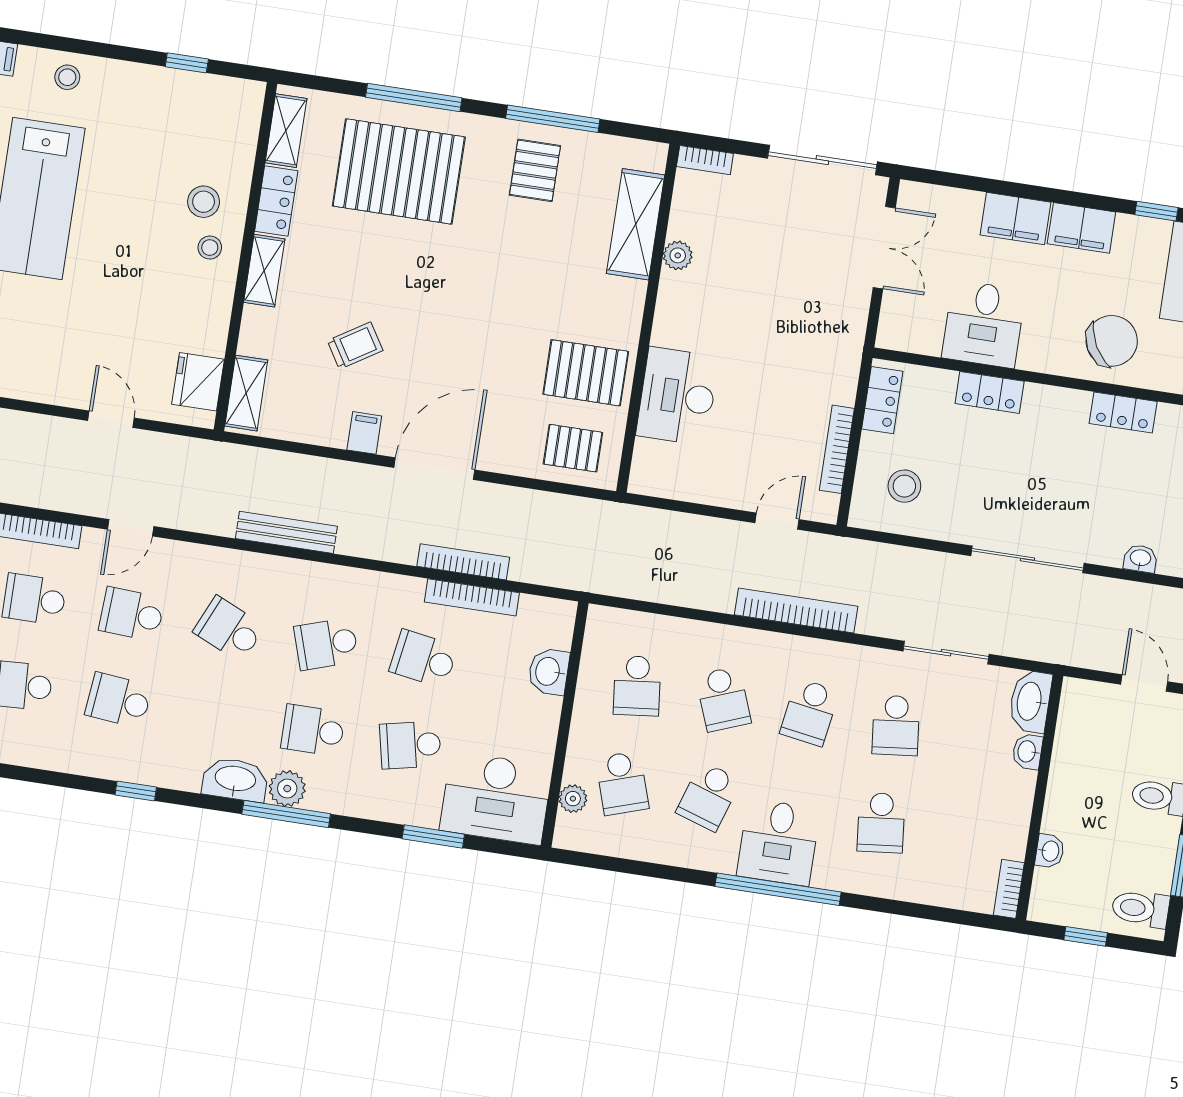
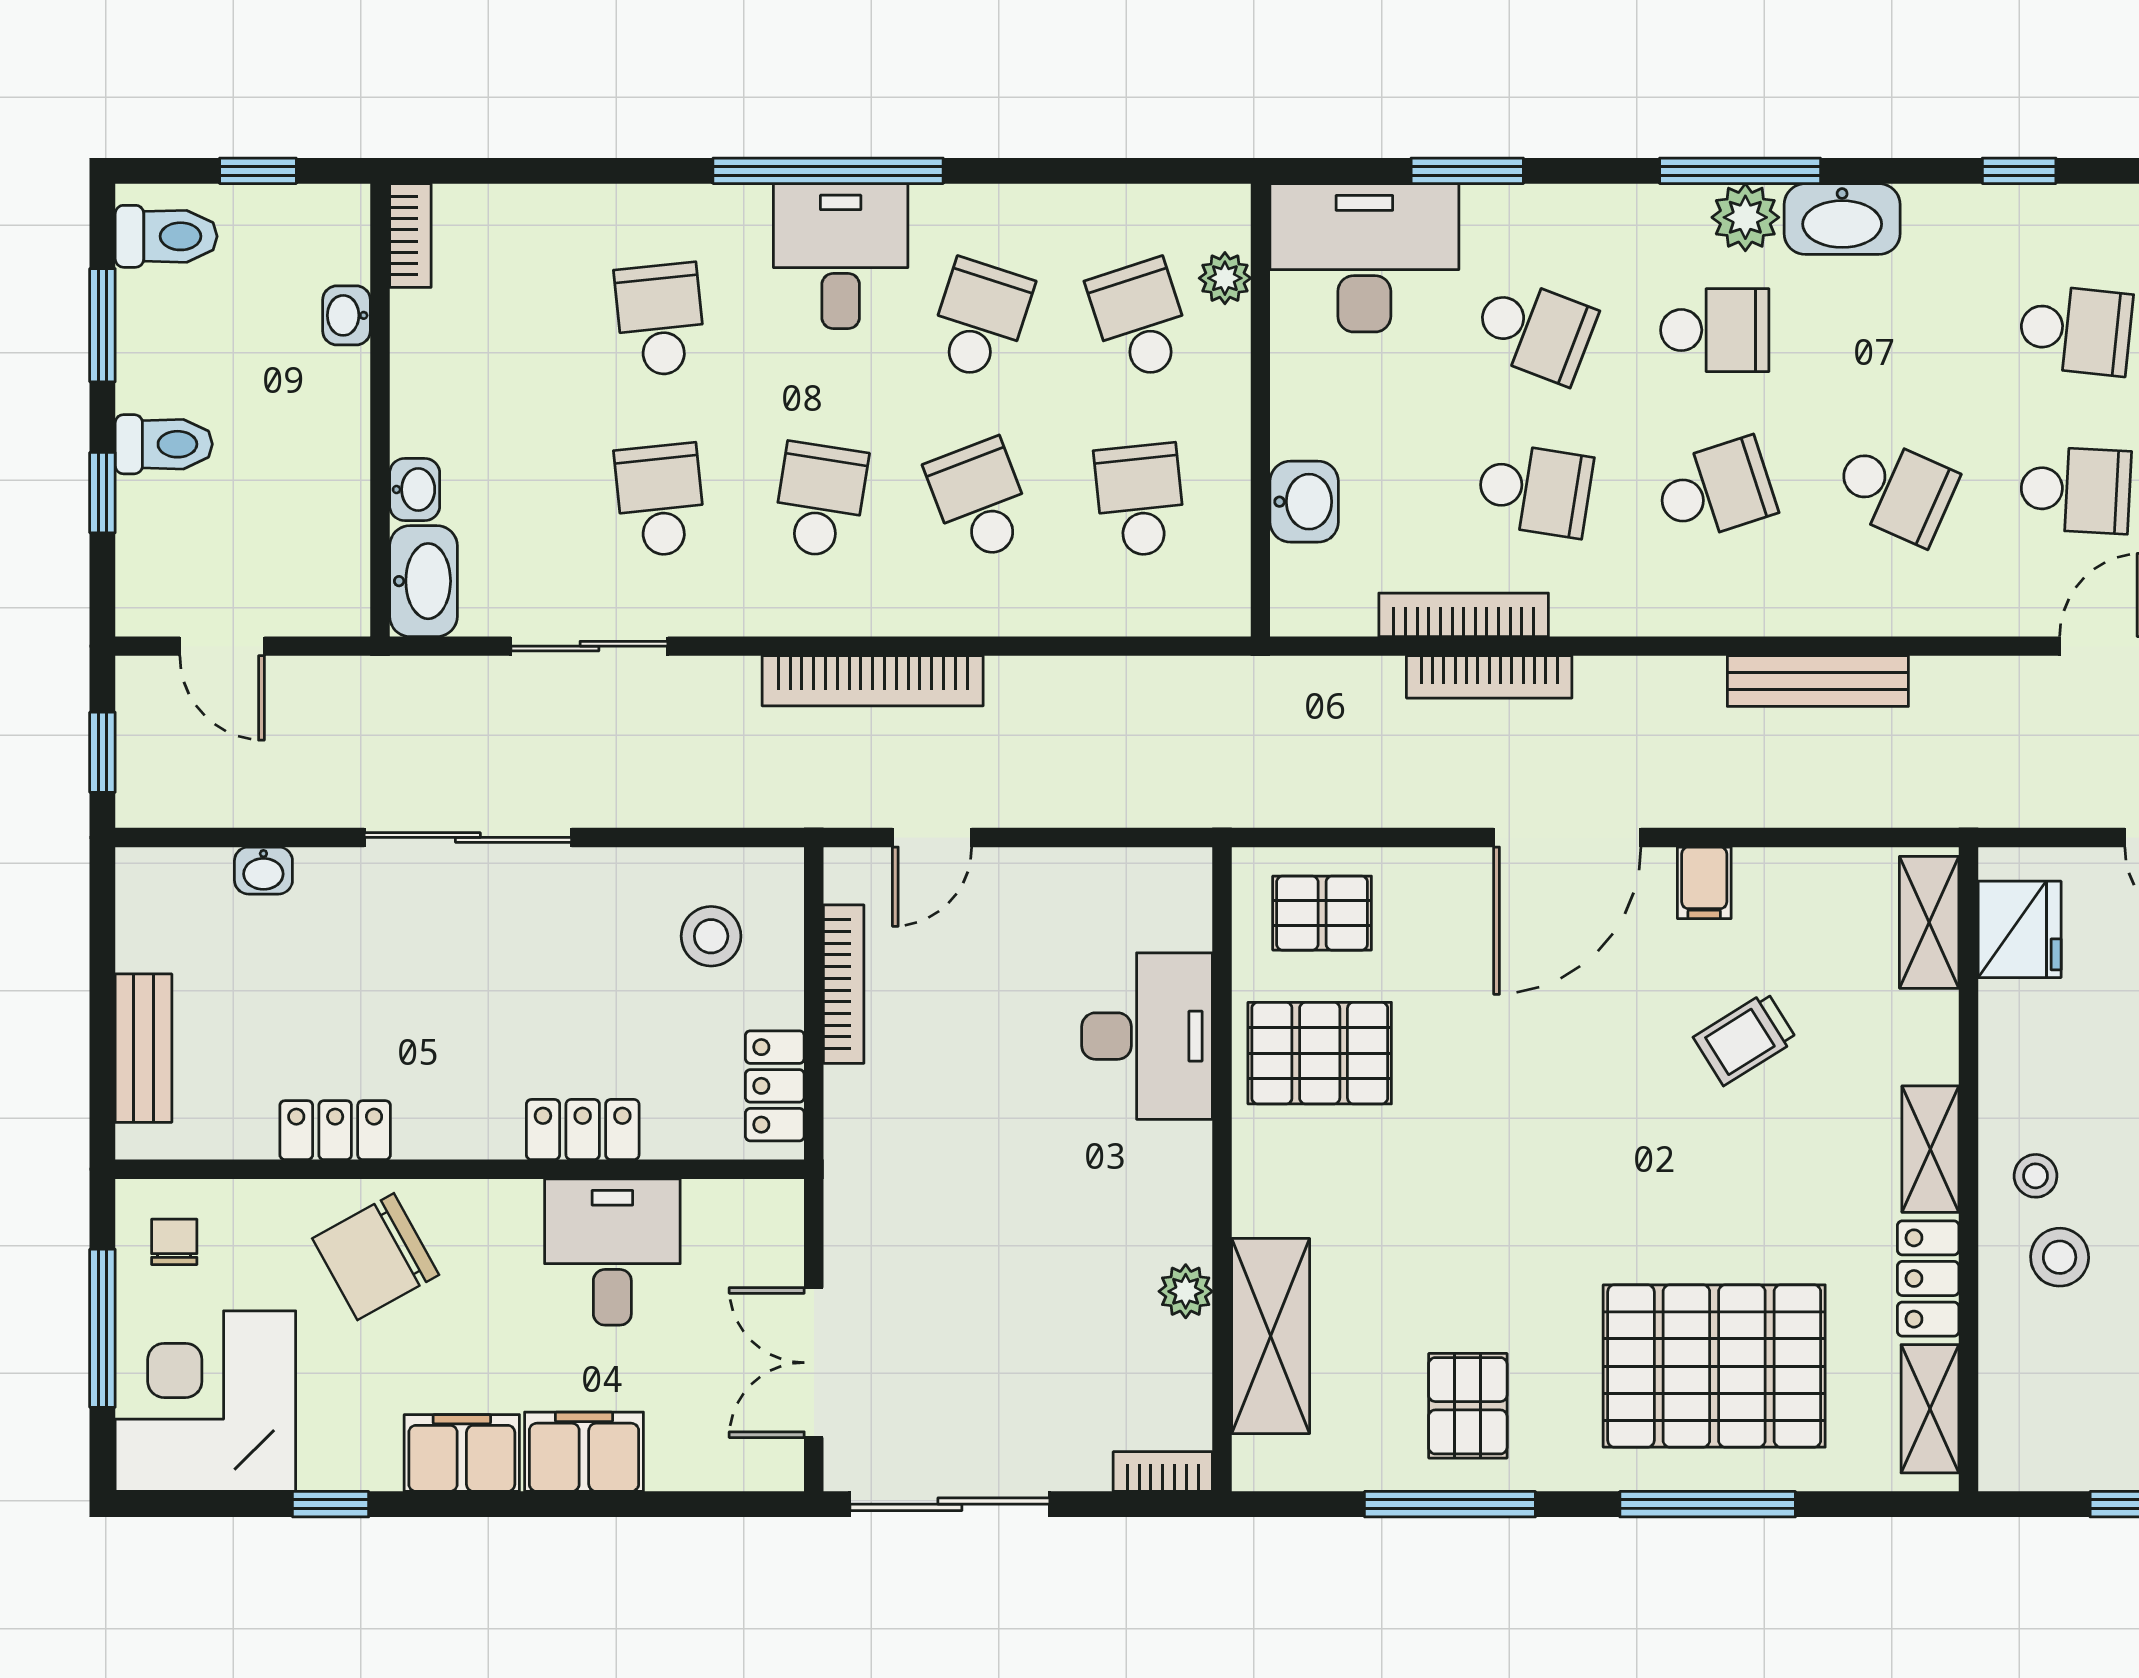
school desk: (410, 745) -> (1534, 330), turned 33

